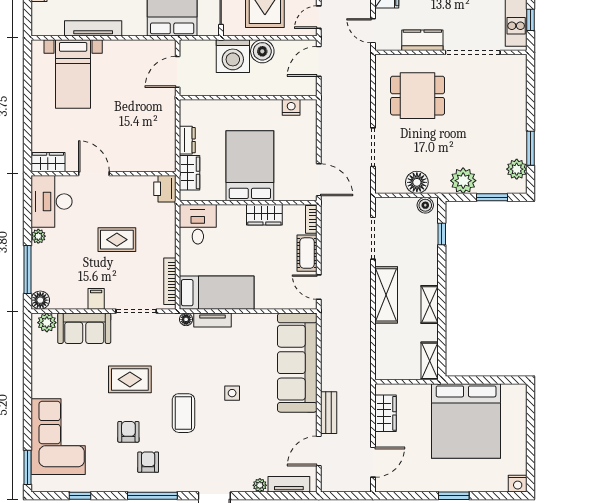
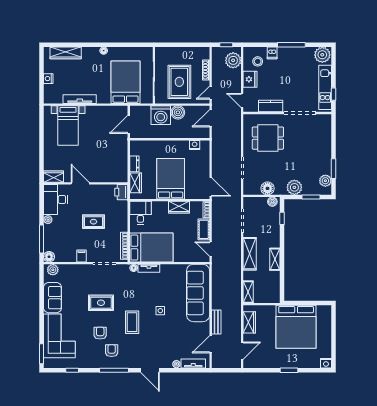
bed: (217, 293) -> (151, 248), width x1.50
sofa: (84, 328) -> (53, 298), moved, turned -90
shelving: (430, 361) -> (248, 292), moved

